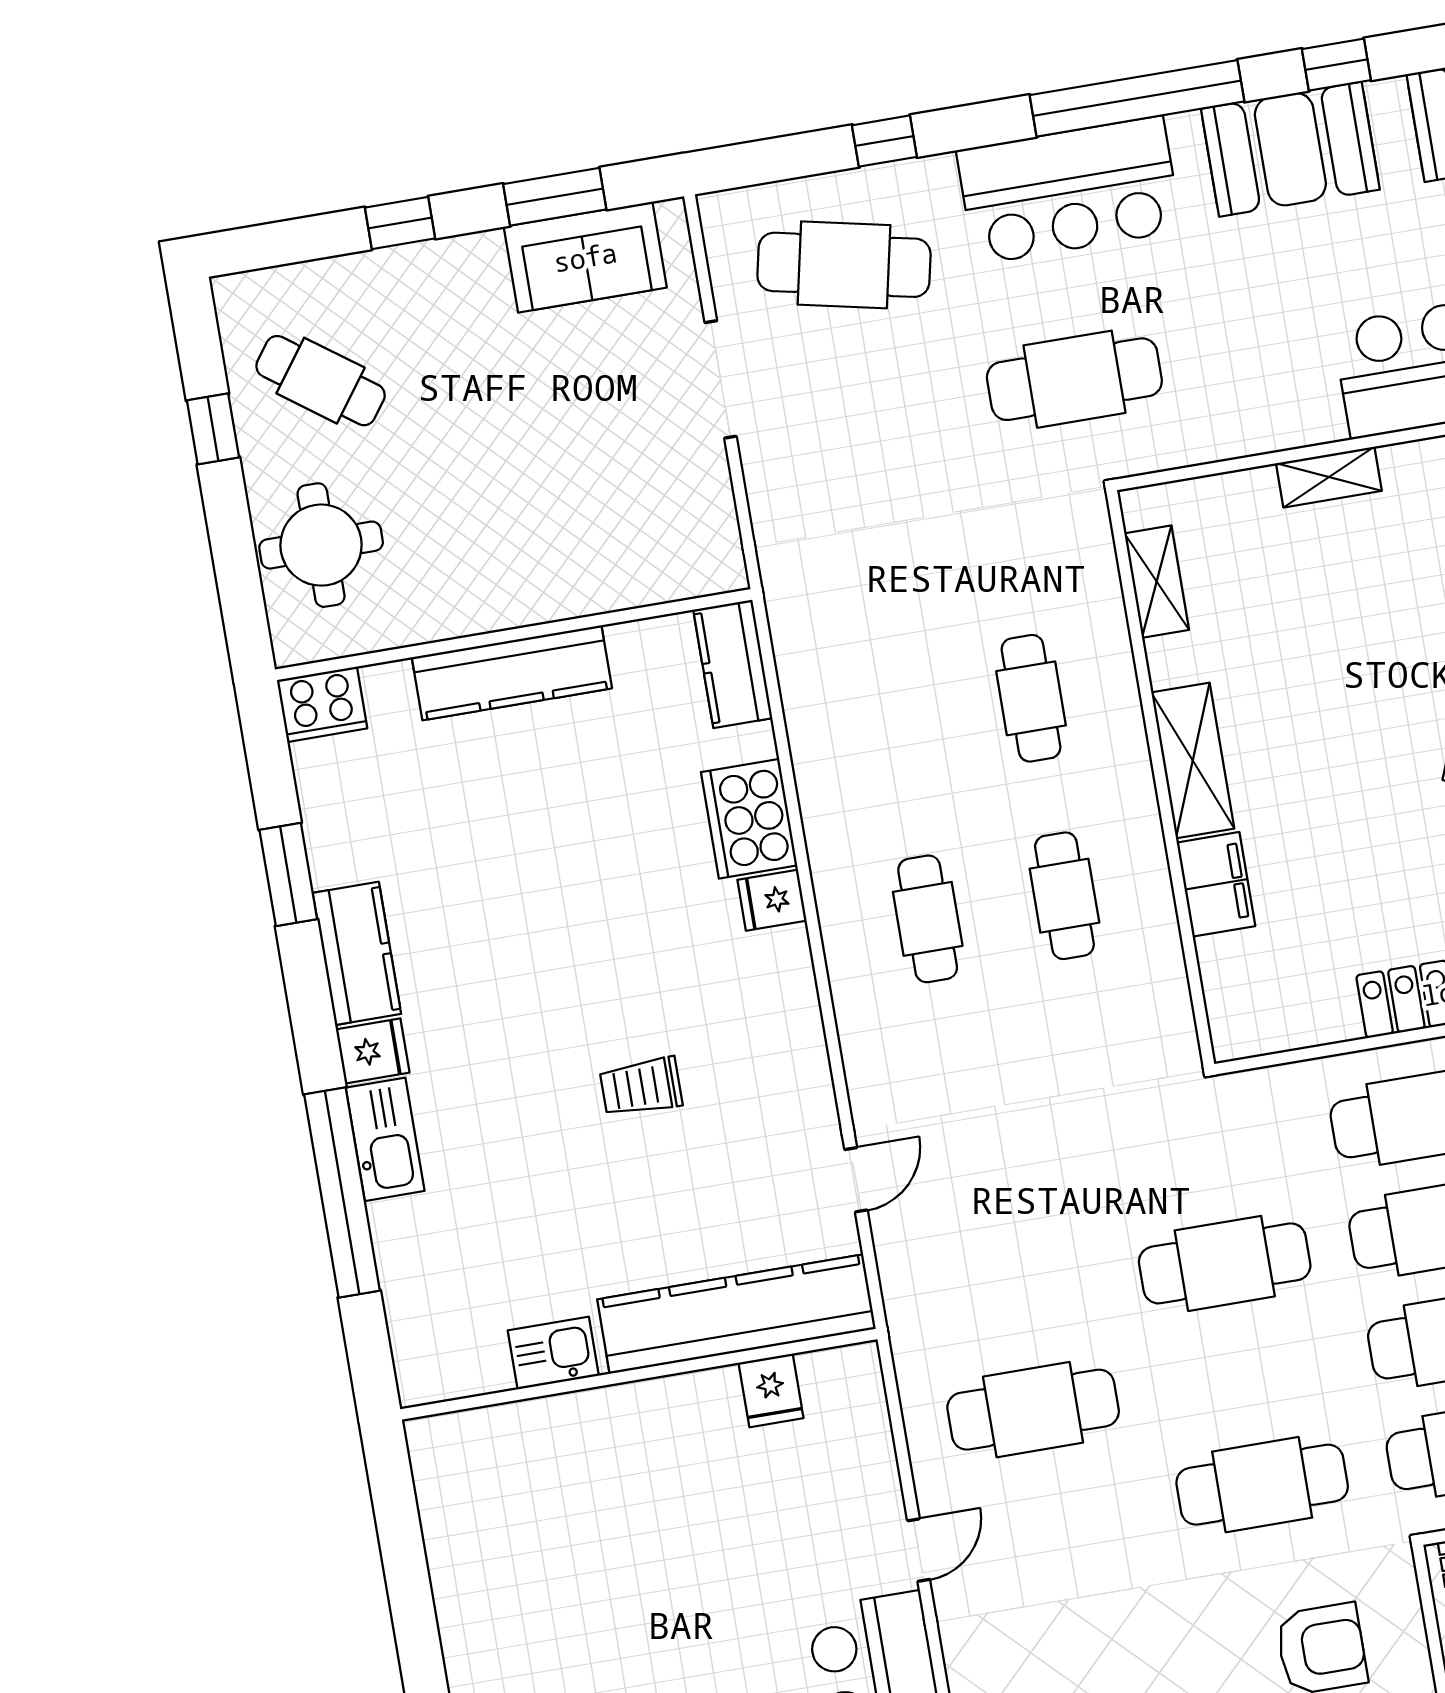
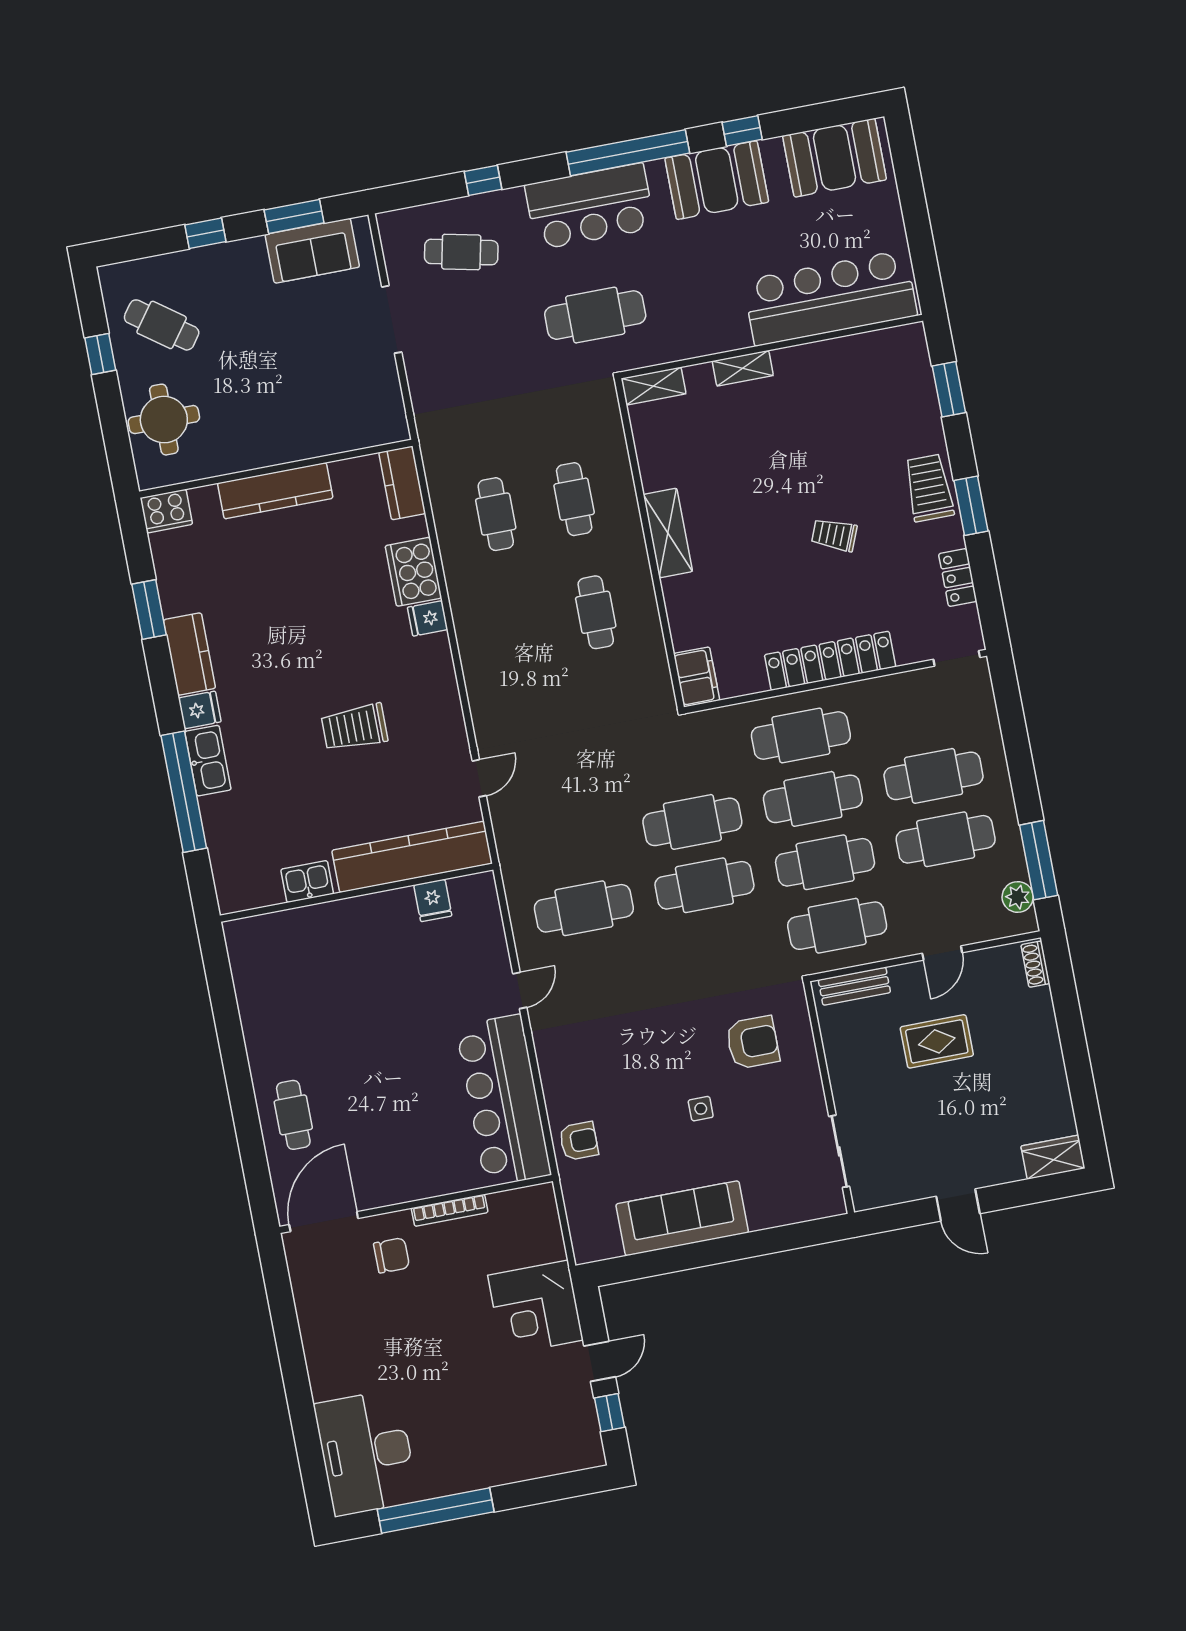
cafe table: (844, 265) -> (461, 252), width x0.73, depth x0.74
shelving: (1157, 582) -> (654, 386), moved, turned 90
filing cabinet: (1216, 884) -> (697, 677), moved
cafe table: (928, 919) -> (496, 514), moved
trolley: (641, 1087) -> (354, 727), width x1.36, depth x1.39
cafe table: (1262, 1485) -> (704, 885), moved

